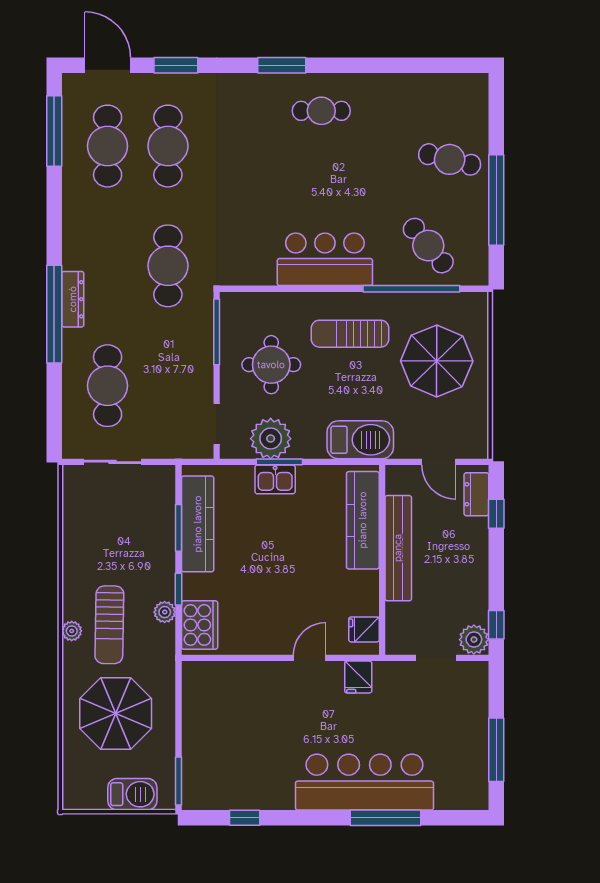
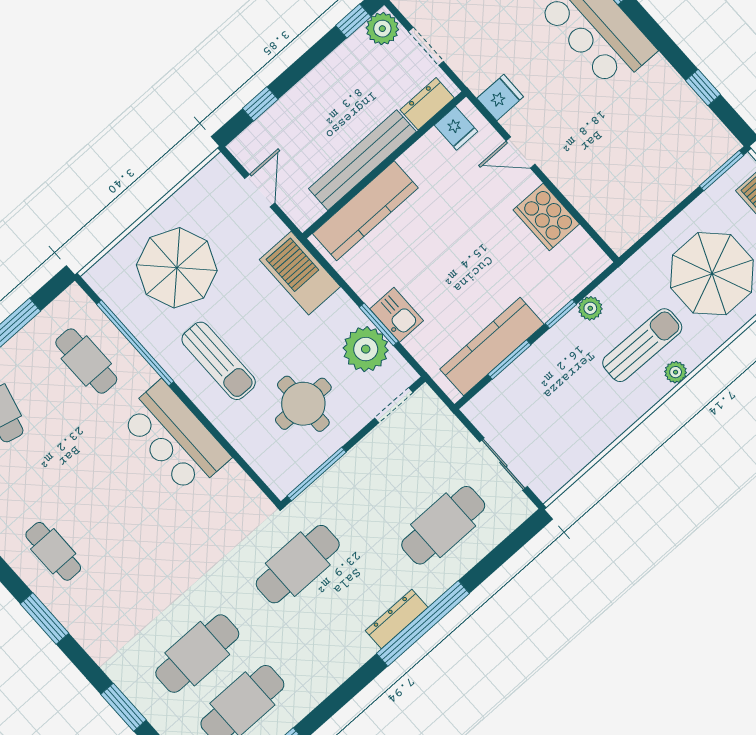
cafe table: (428, 246) -> (86, 361), turned -50
dresser: (476, 494) -> (427, 104), moved, turned 180
cooker: (200, 625) -> (546, 217), moved, turned -90

